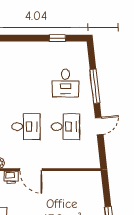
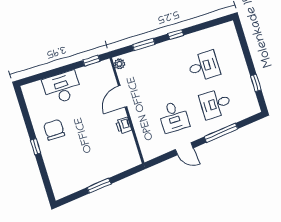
desk: (26, 127) -> (204, 66), moved, turned -90
printer: (11, 177) -> (124, 126), moved

